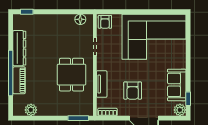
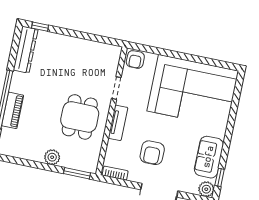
floor lamp: (80, 19) -> (105, 50), removed
dresser: (19, 48) -> (26, 50), moved
tv unit: (102, 84) -> (118, 123), moved
plant: (31, 110) -> (52, 157), moved

